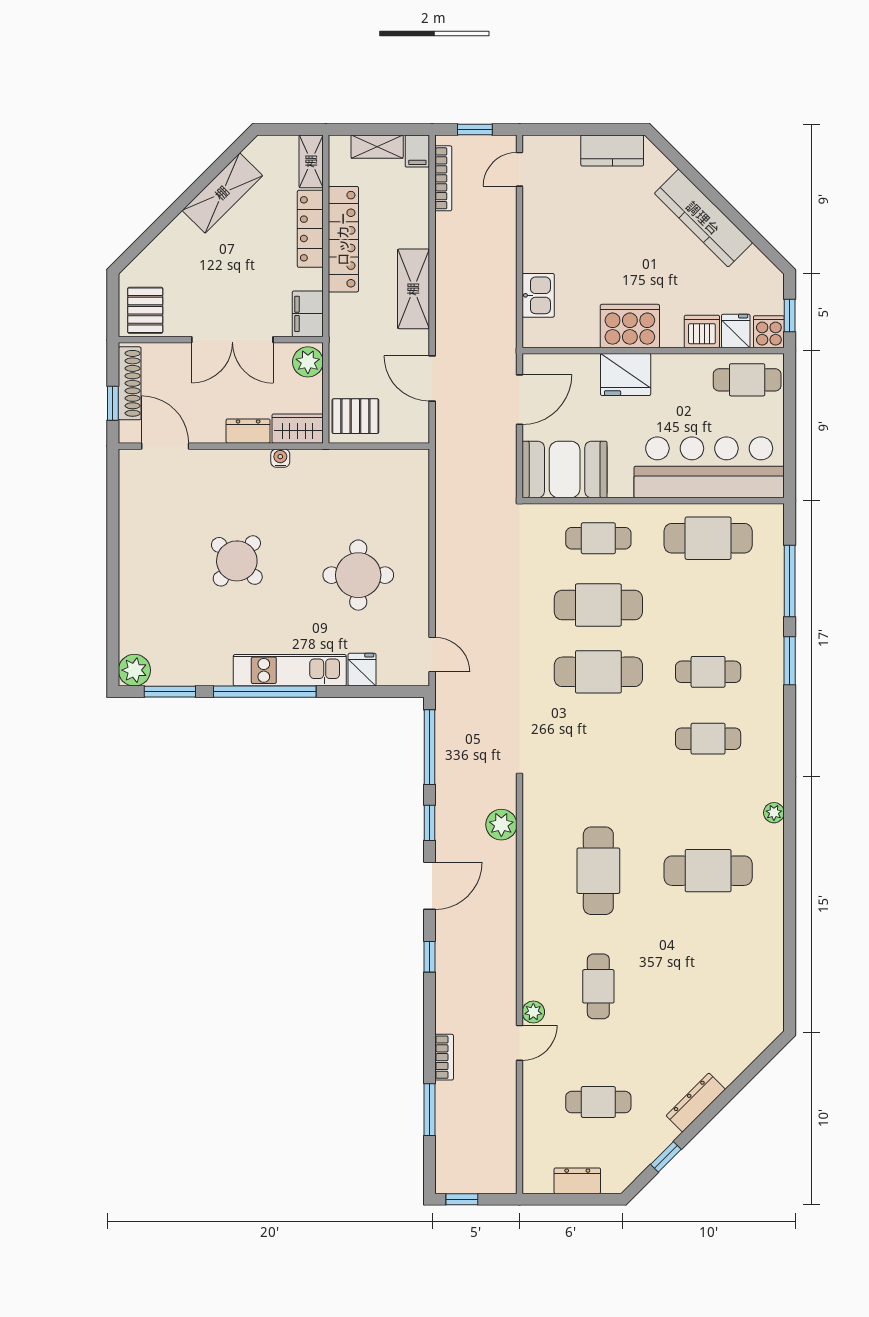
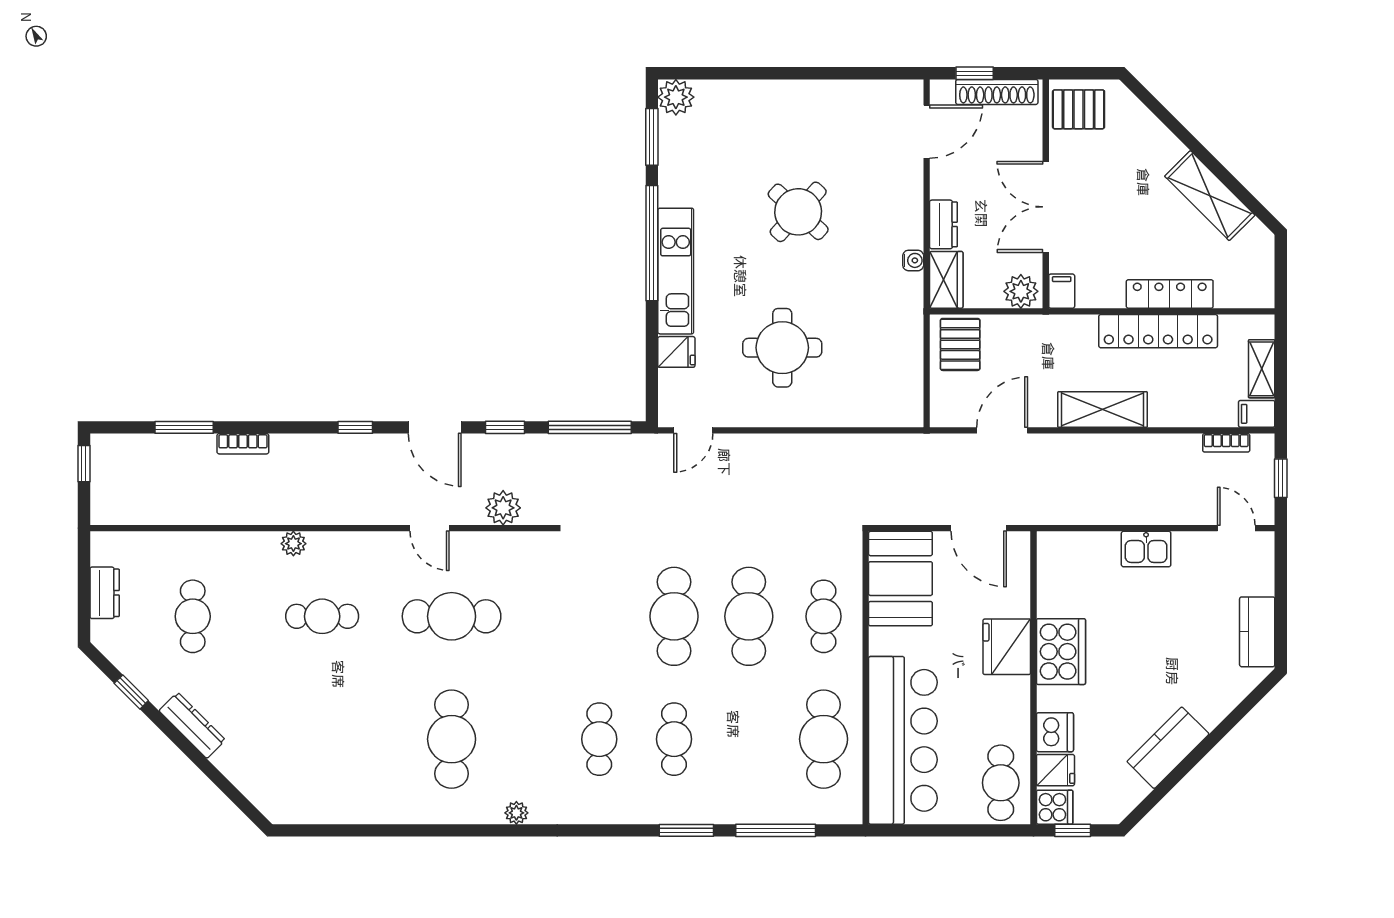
shelving: (311, 161) -> (1245, 295), removed
bookcase: (443, 178) -> (1226, 443), width x0.64
kitchen counter: (703, 218) -> (1168, 748), width x0.67
kitchen sink: (538, 295) -> (1146, 549), moved
filing cabinet: (308, 314) -> (1062, 291), width x0.50
door: (520, 1043) -> (429, 528), moved

